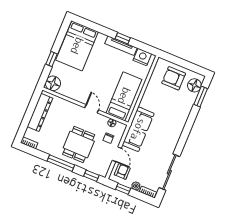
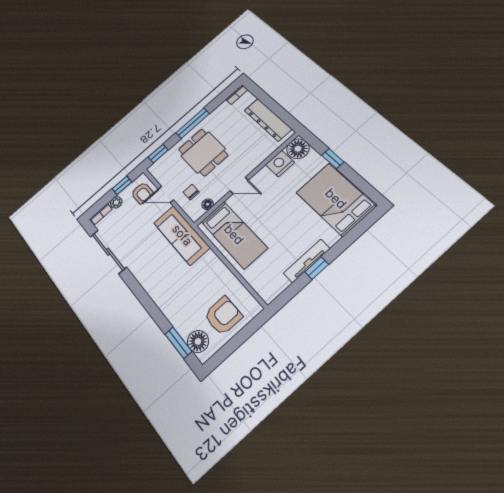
nightstand: (142, 57) -> (280, 164), moved, turned 180

